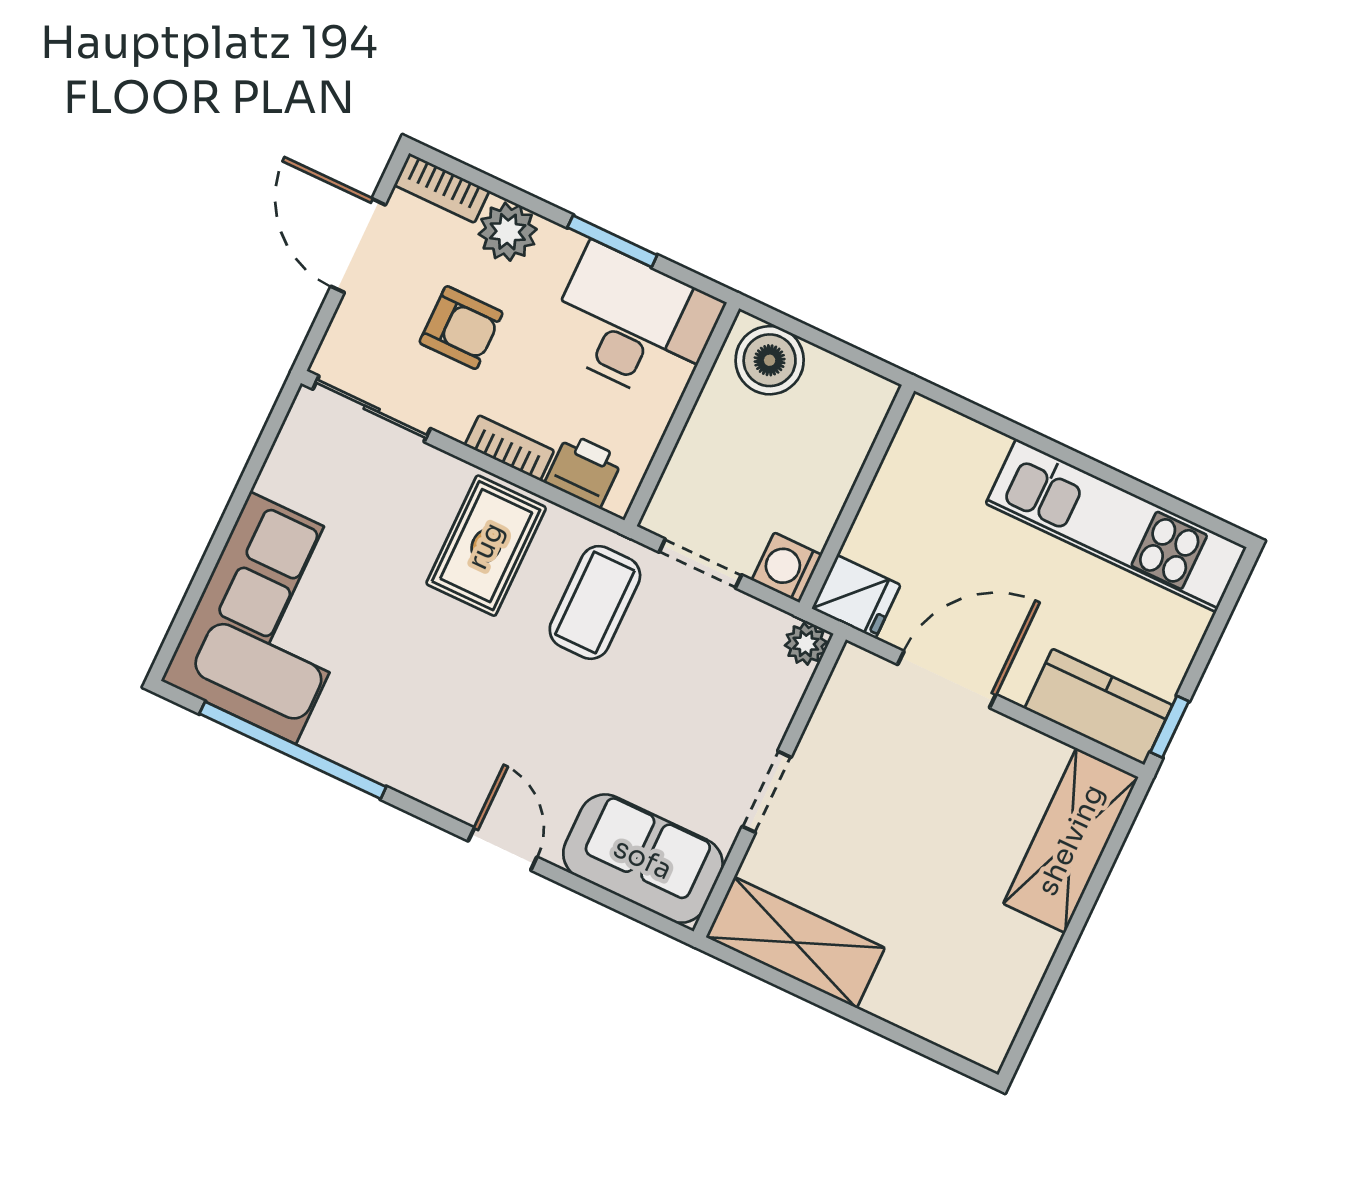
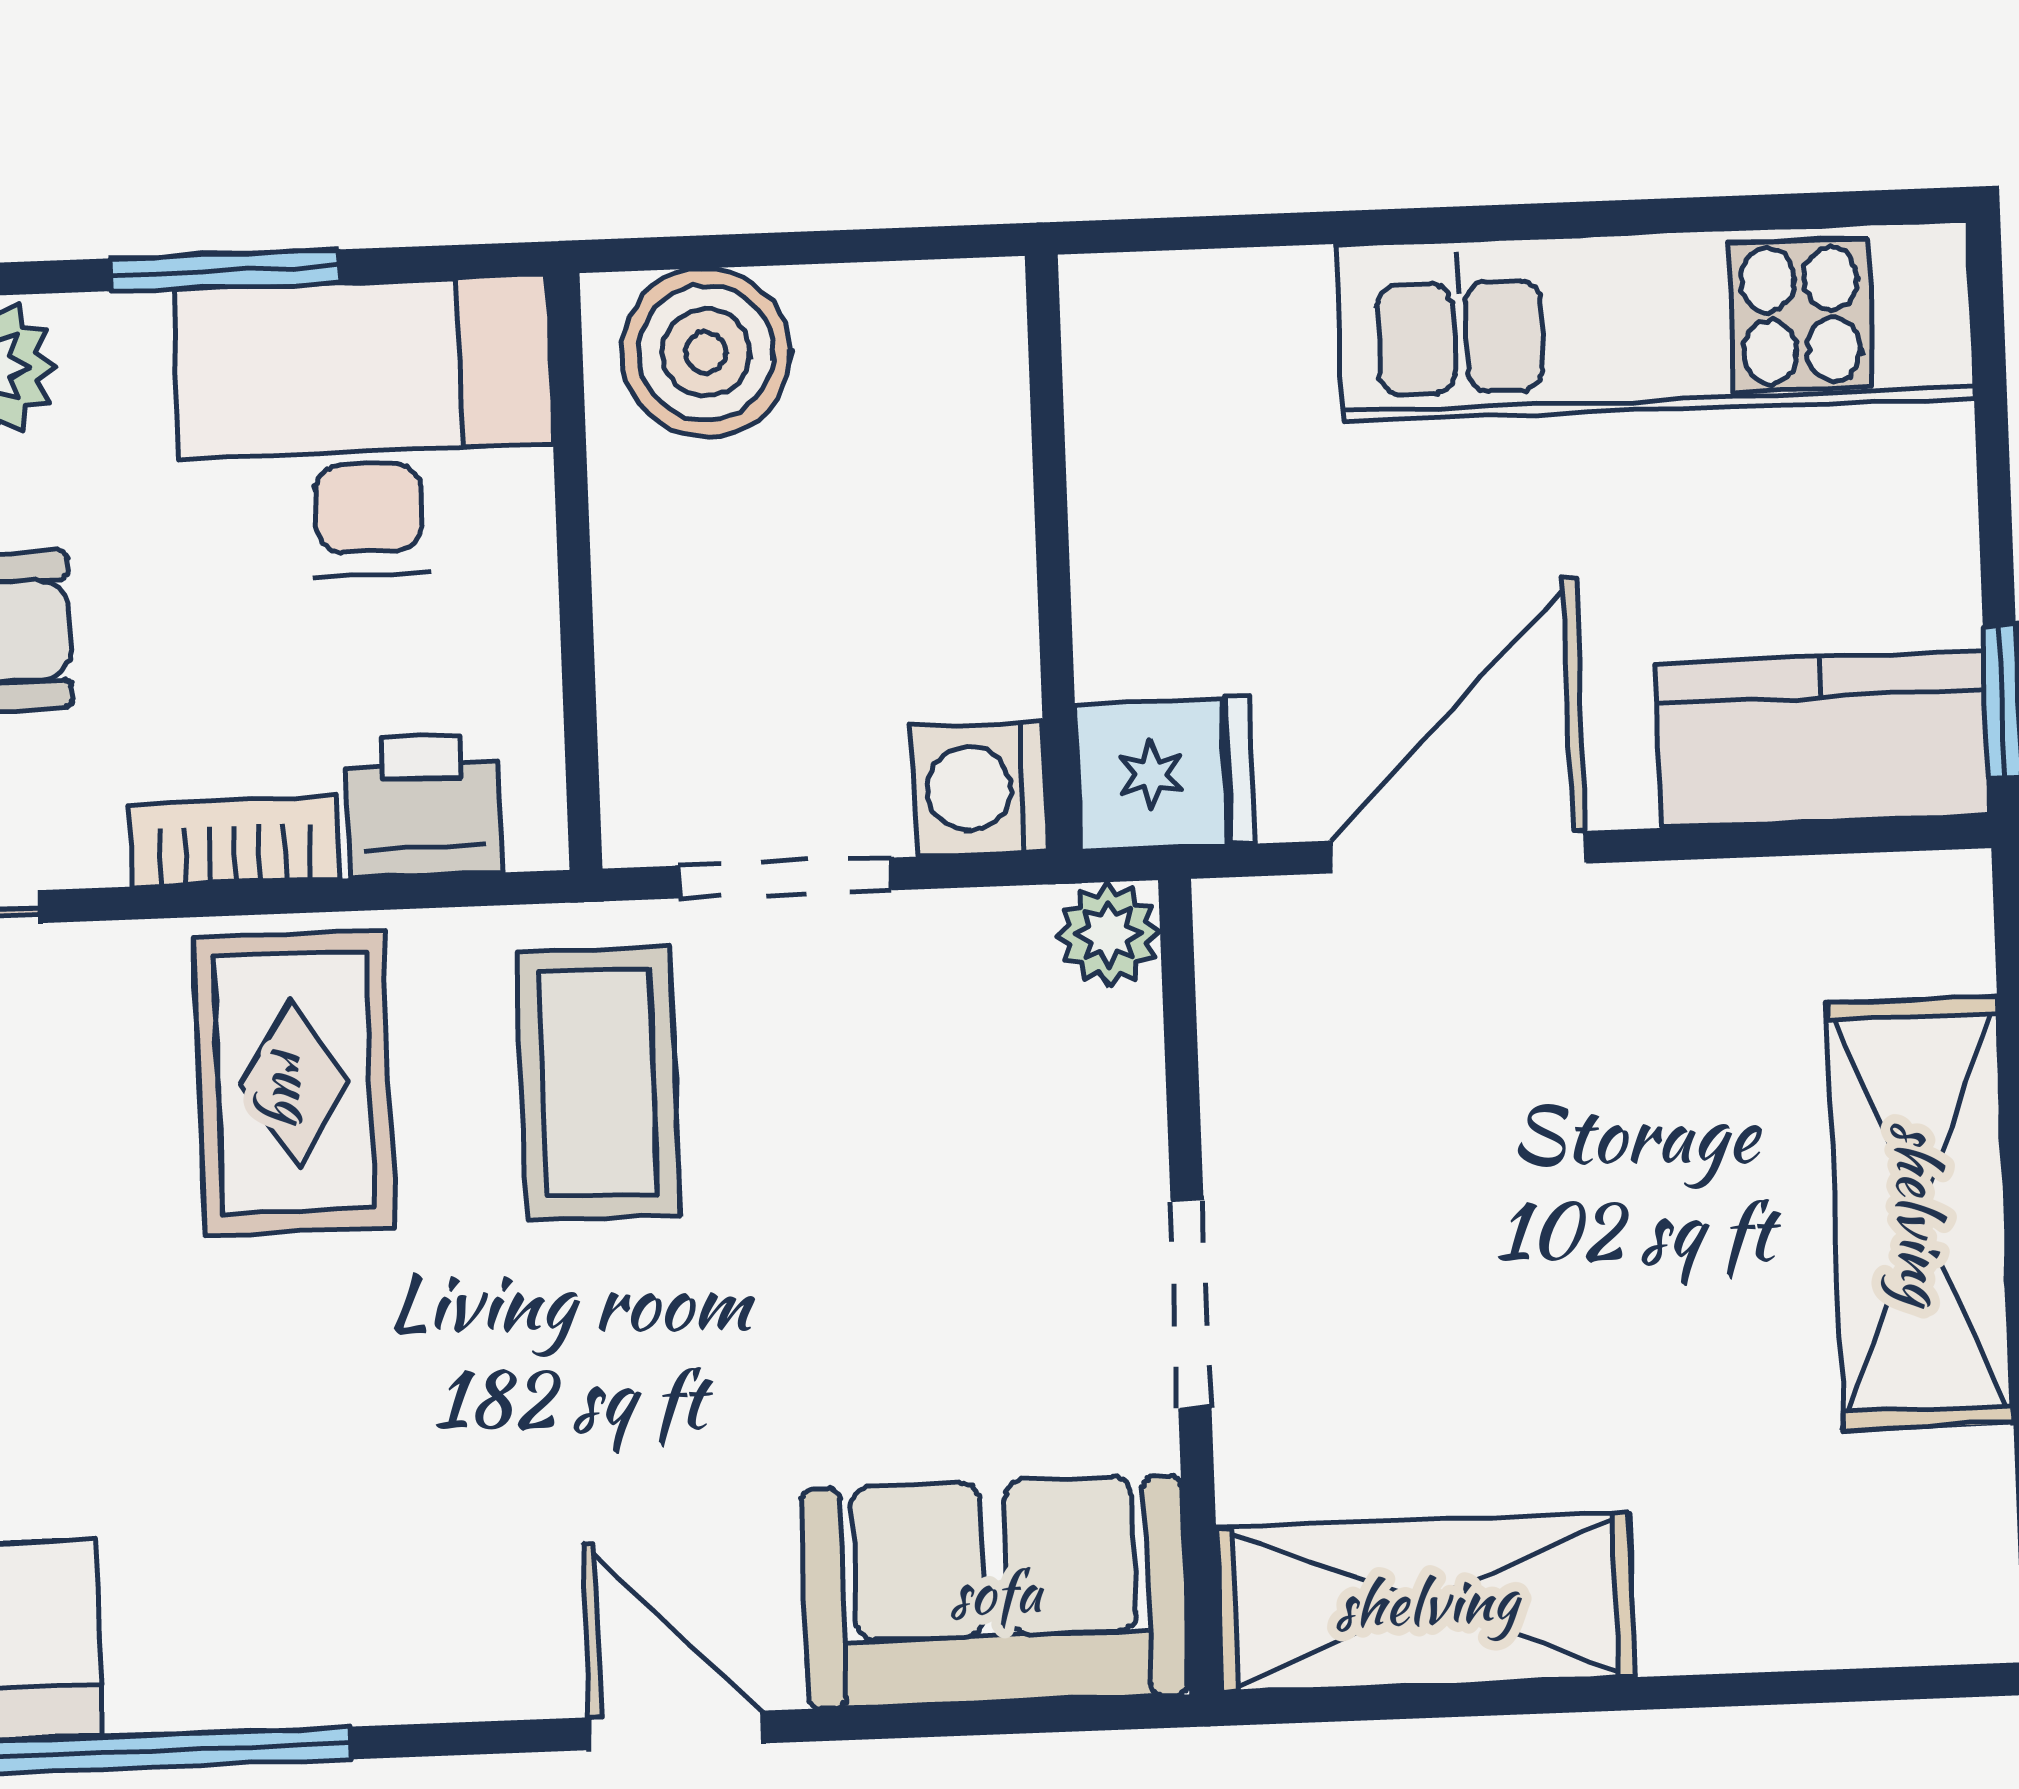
shelving: (1071, 840) -> (1920, 1213), moved

